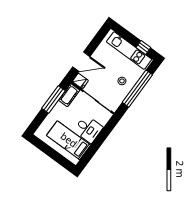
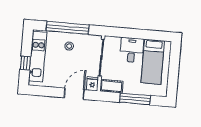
window: (143, 47) -> (25, 63), moved
door: (81, 62) -> (74, 94), hinge flipped
window: (54, 99) -> (135, 99), moved

